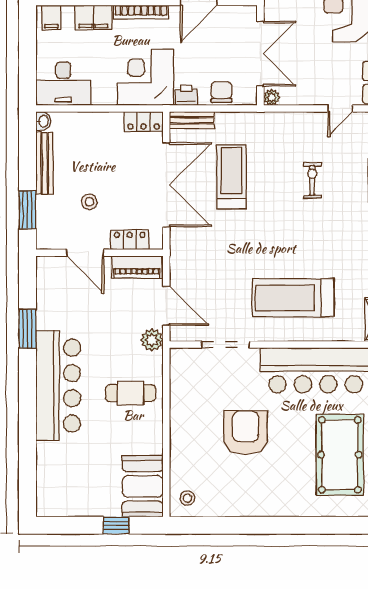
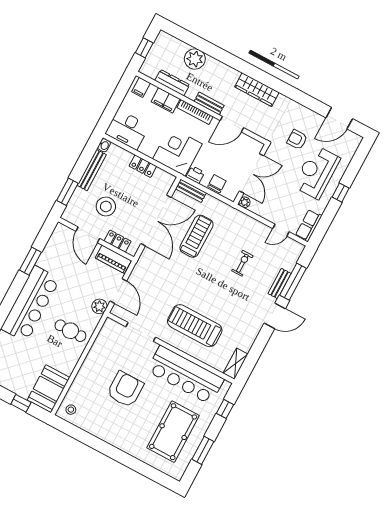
locker: (144, 122) -> (143, 166), moved
stool: (89, 202) -> (106, 206), width x1.89, depth x1.89

